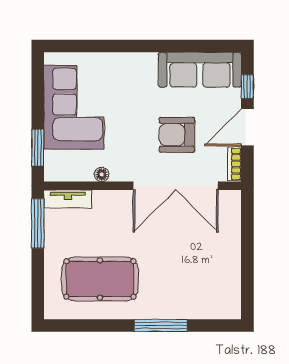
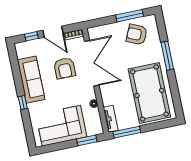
window: (130, 46) -> (23, 103), added
sofa: (200, 70) -> (31, 80), moved
window: (247, 272) -> (130, 16), added
armchair: (211, 278) -> (137, 34), added
pool table: (100, 279) -> (149, 93), width x1.36, depth x1.32

